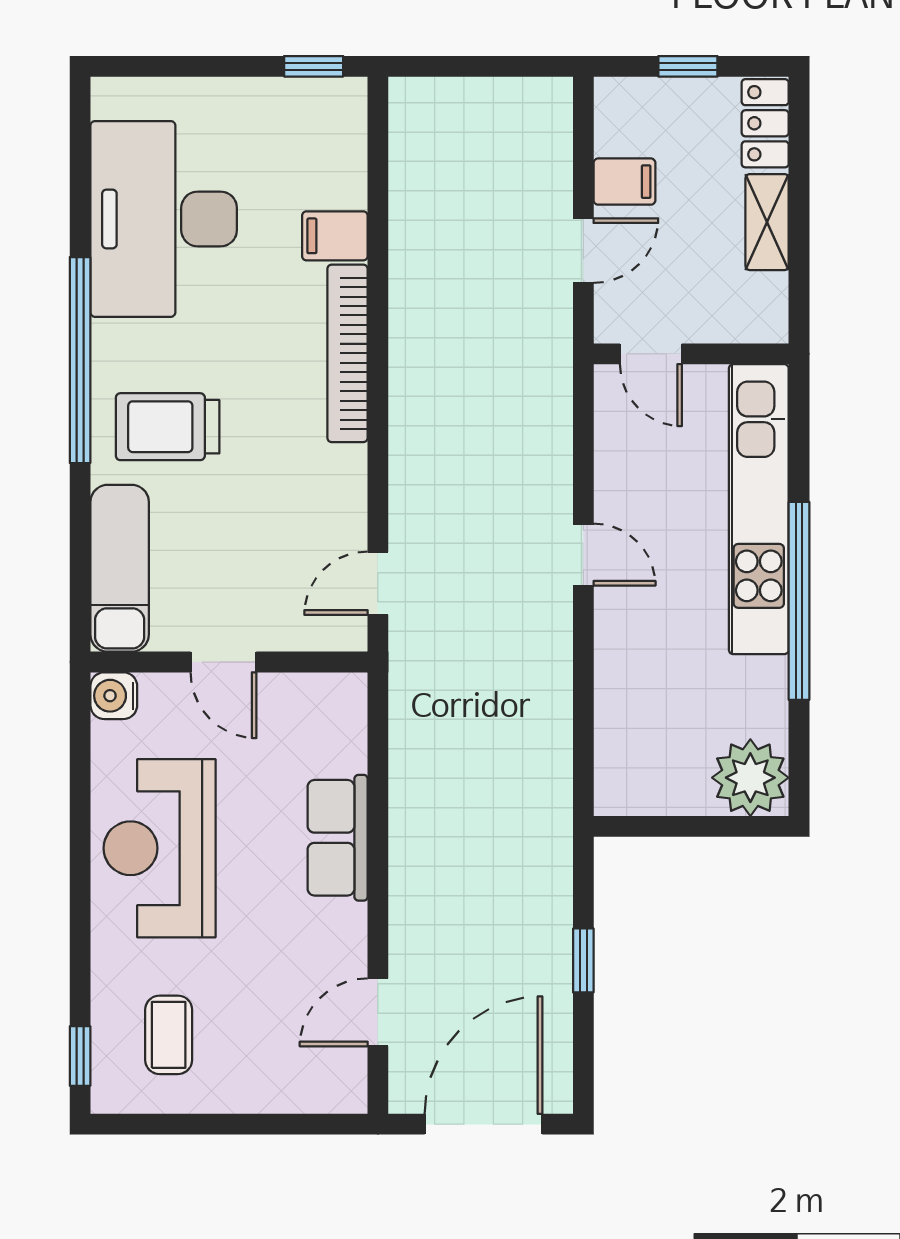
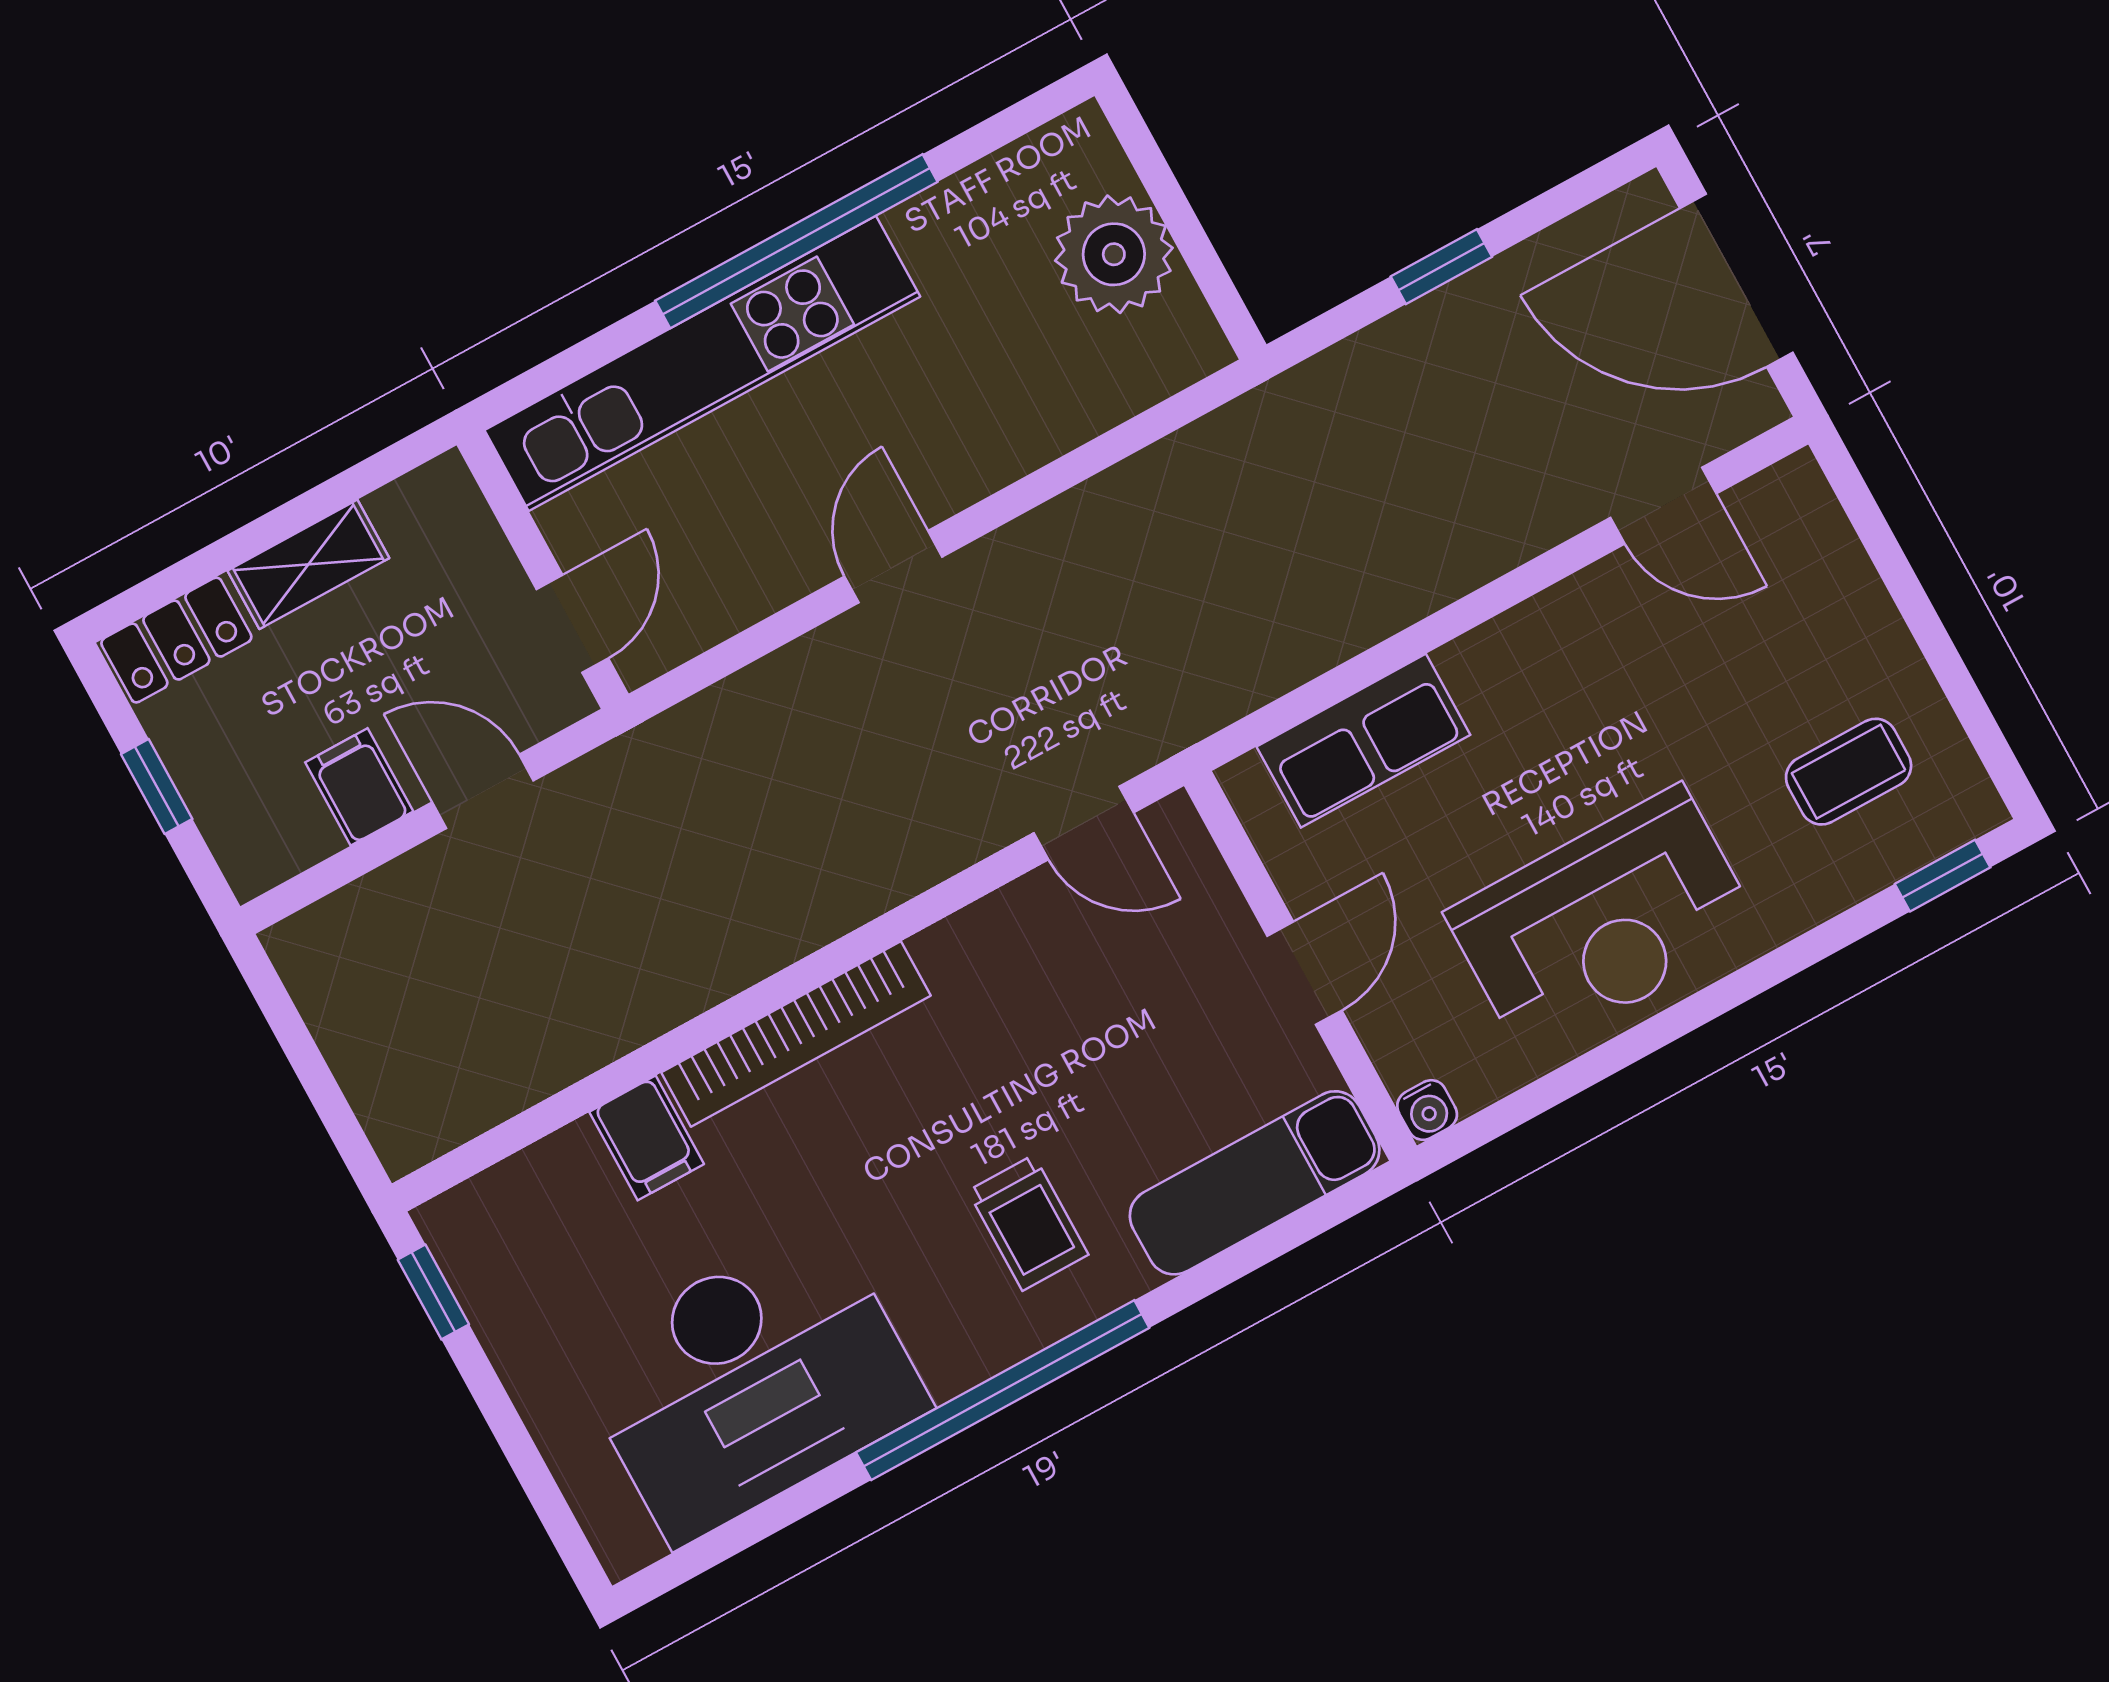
trolley: (168, 427) -> (1028, 1223), width x0.73, depth x0.72
water cooler: (114, 696) -> (1427, 1110), width x0.72, depth x0.72
plant: (750, 778) -> (1114, 254), moved
row of seats: (338, 838) -> (1363, 741), moved

